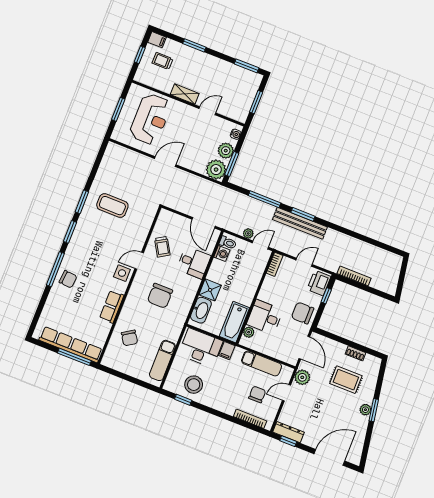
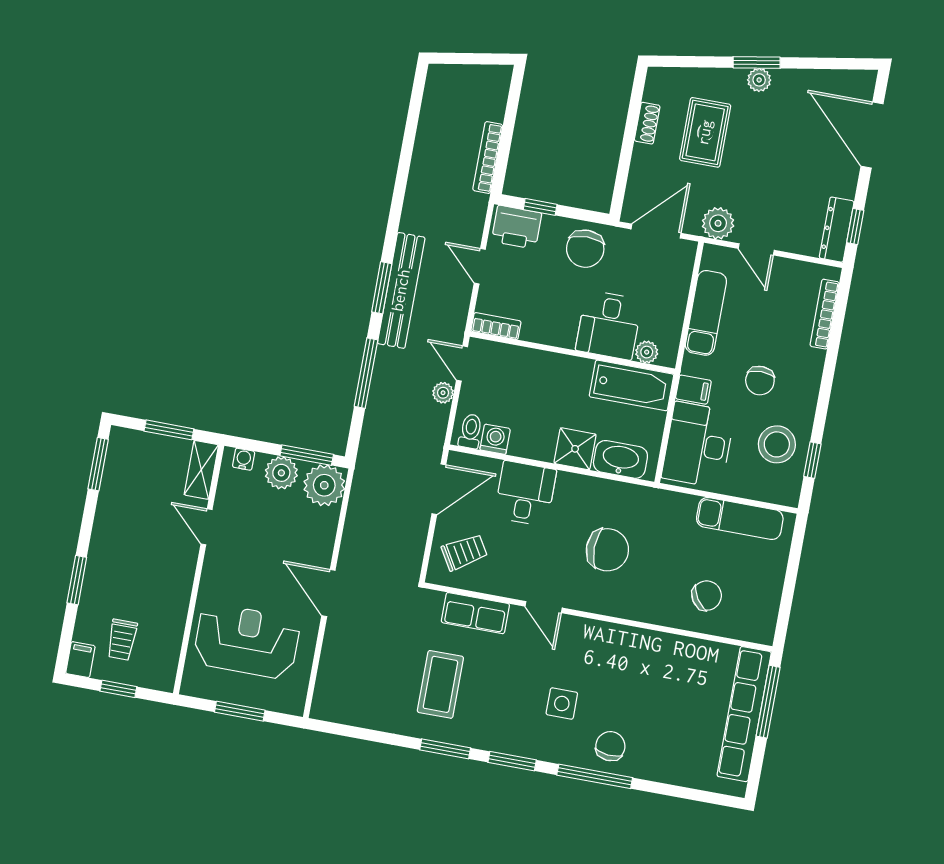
shelving: (185, 94) -> (201, 470), moved
trolley: (162, 247) -> (464, 552), moved
side table: (122, 273) -> (562, 704), moved
row of seats: (112, 307) -> (475, 613), moved
chair: (257, 394) -> (760, 381), moved, turned -90

